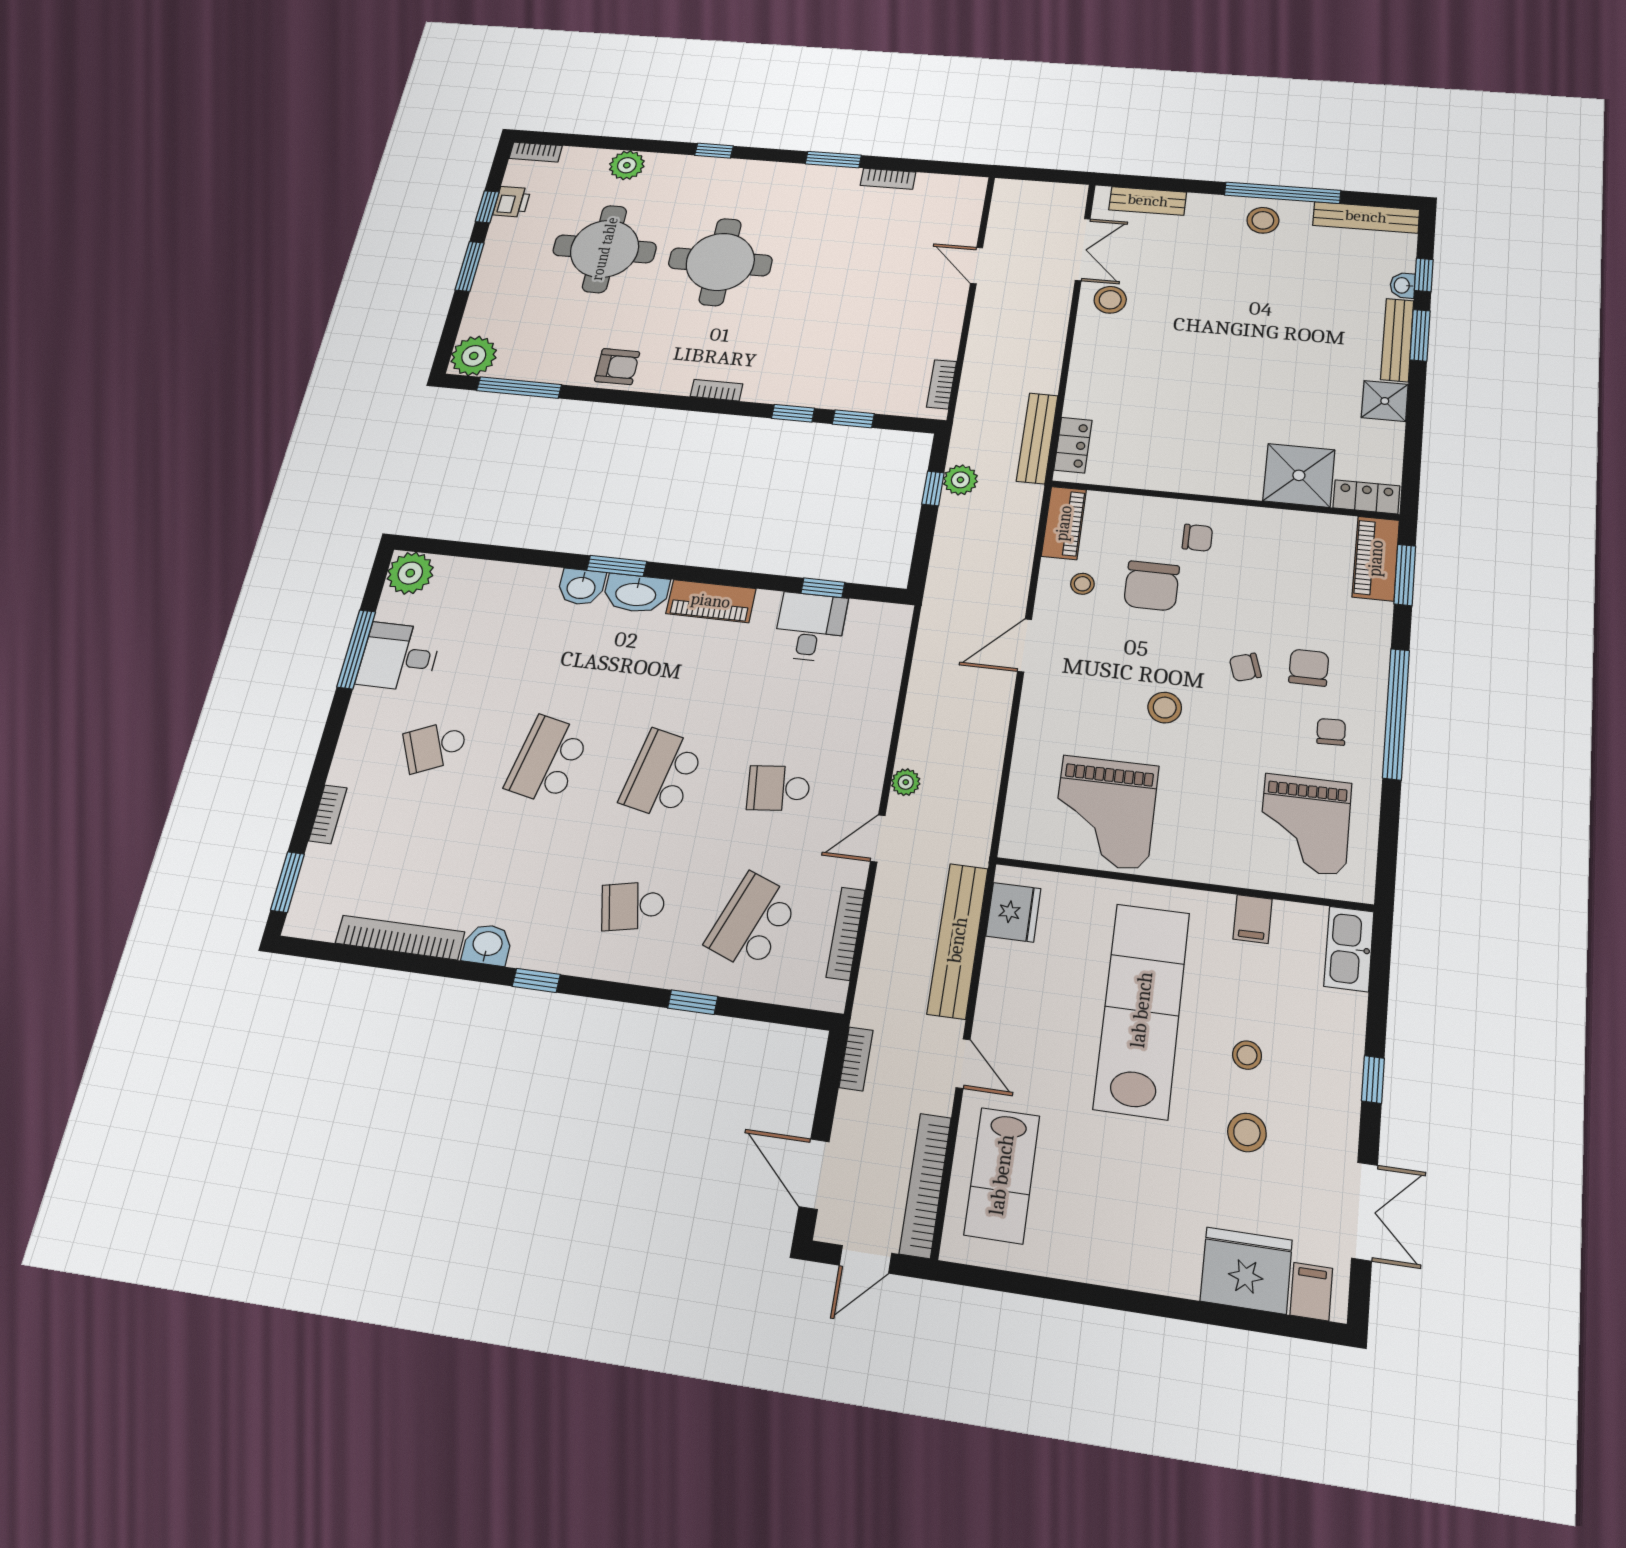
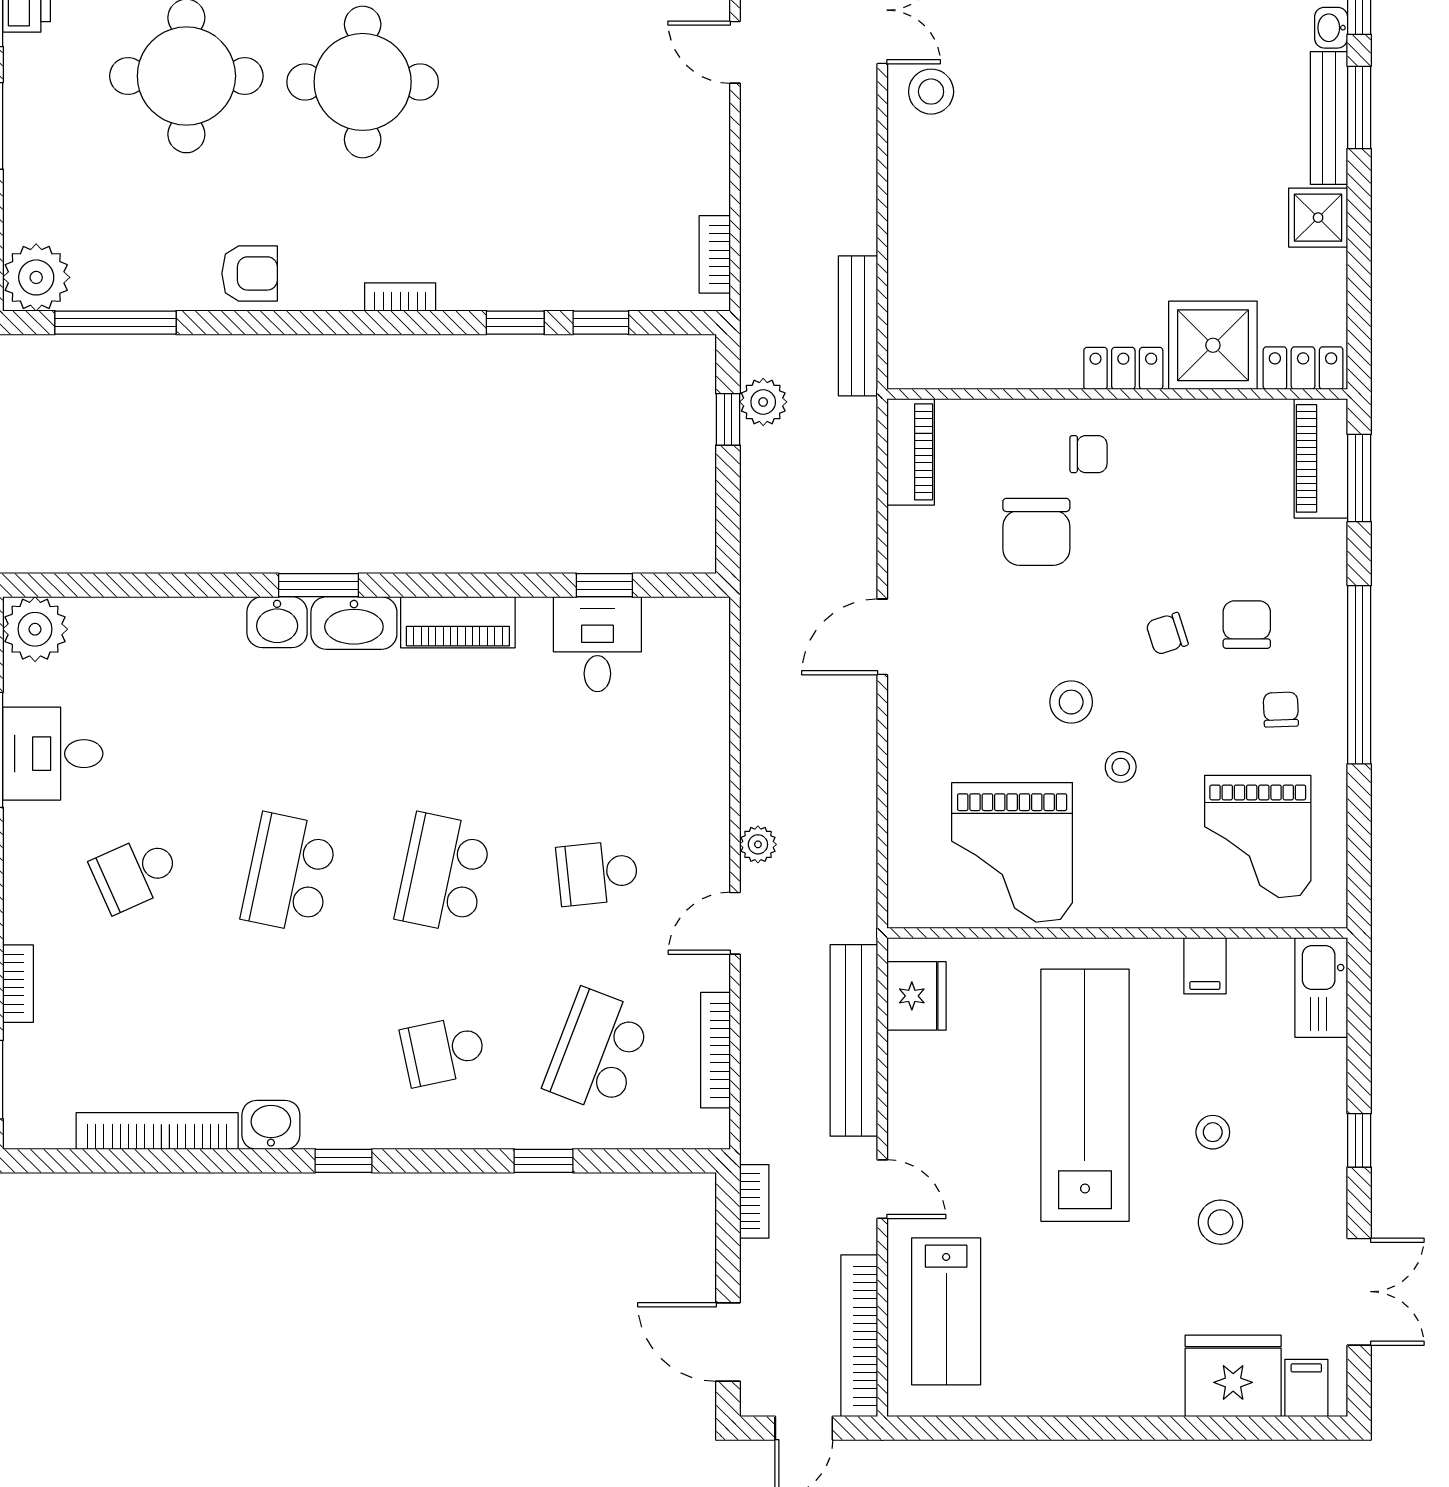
locker: (1073, 445) -> (1123, 368), moved, turned -90
stool: (1082, 584) -> (1121, 767), moved

